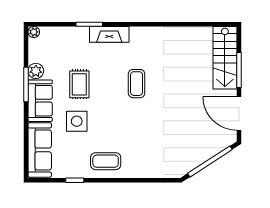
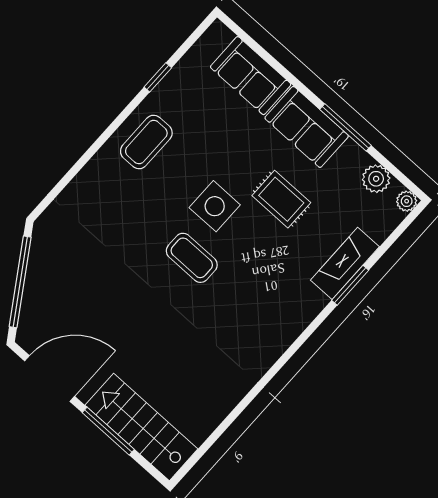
fireplace: (109, 34) -> (345, 263), moved
plant: (36, 71) -> (376, 179), moved
coffee table: (137, 84) -> (192, 258), moved
side table: (77, 121) -> (215, 206), moved
sofa: (40, 150) -> (251, 76), width x0.73

